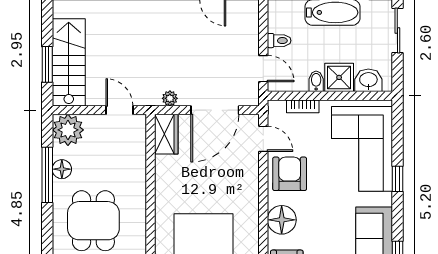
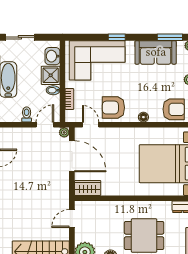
plant: (170, 98) -> (64, 132), moved
door: (263, 139) -> (91, 125), hinge flipped
floor lamp: (282, 220) -> (143, 117), width x0.53, depth x0.53

